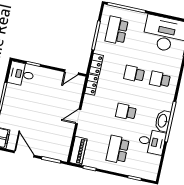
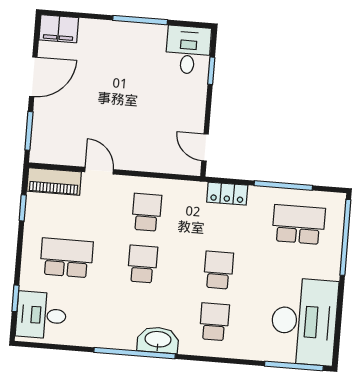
locker: (92, 85) -> (186, 190), removed
school desk: (100, 106) -> (147, 212), added
door: (78, 117) -> (99, 171), moved
washbasin: (163, 121) -> (158, 340), moved
desk: (152, 142) -> (41, 315), moved, turned 90

